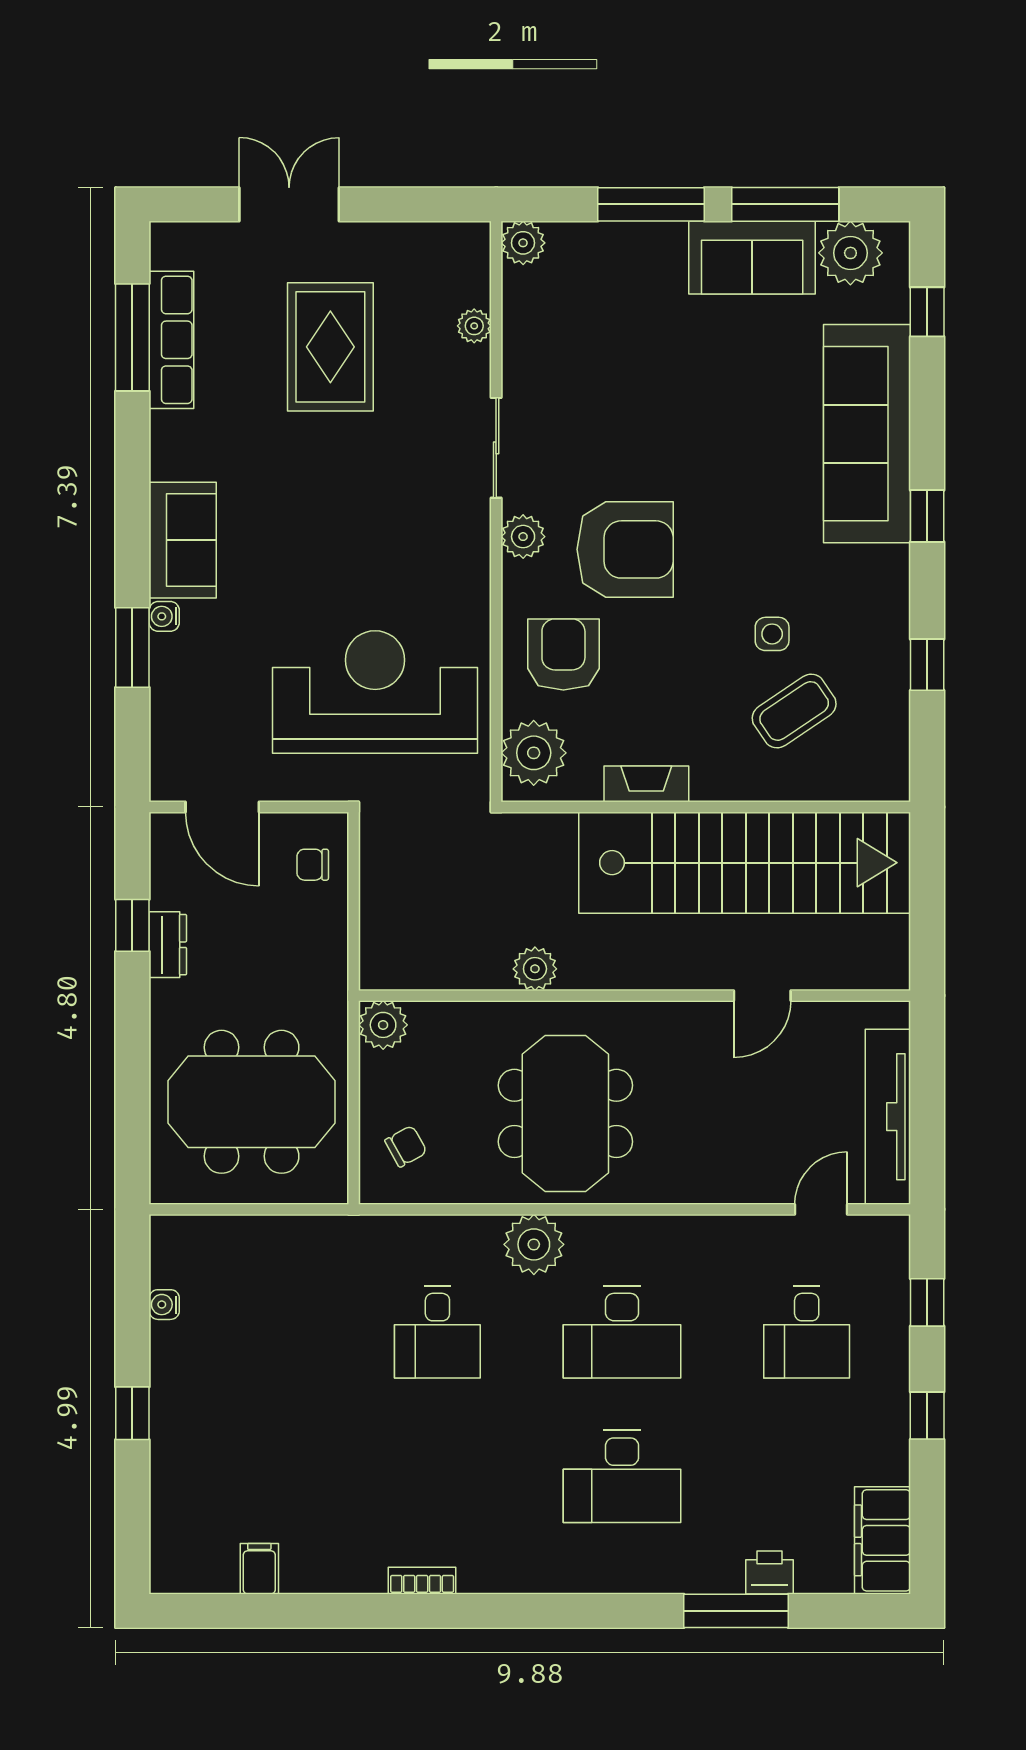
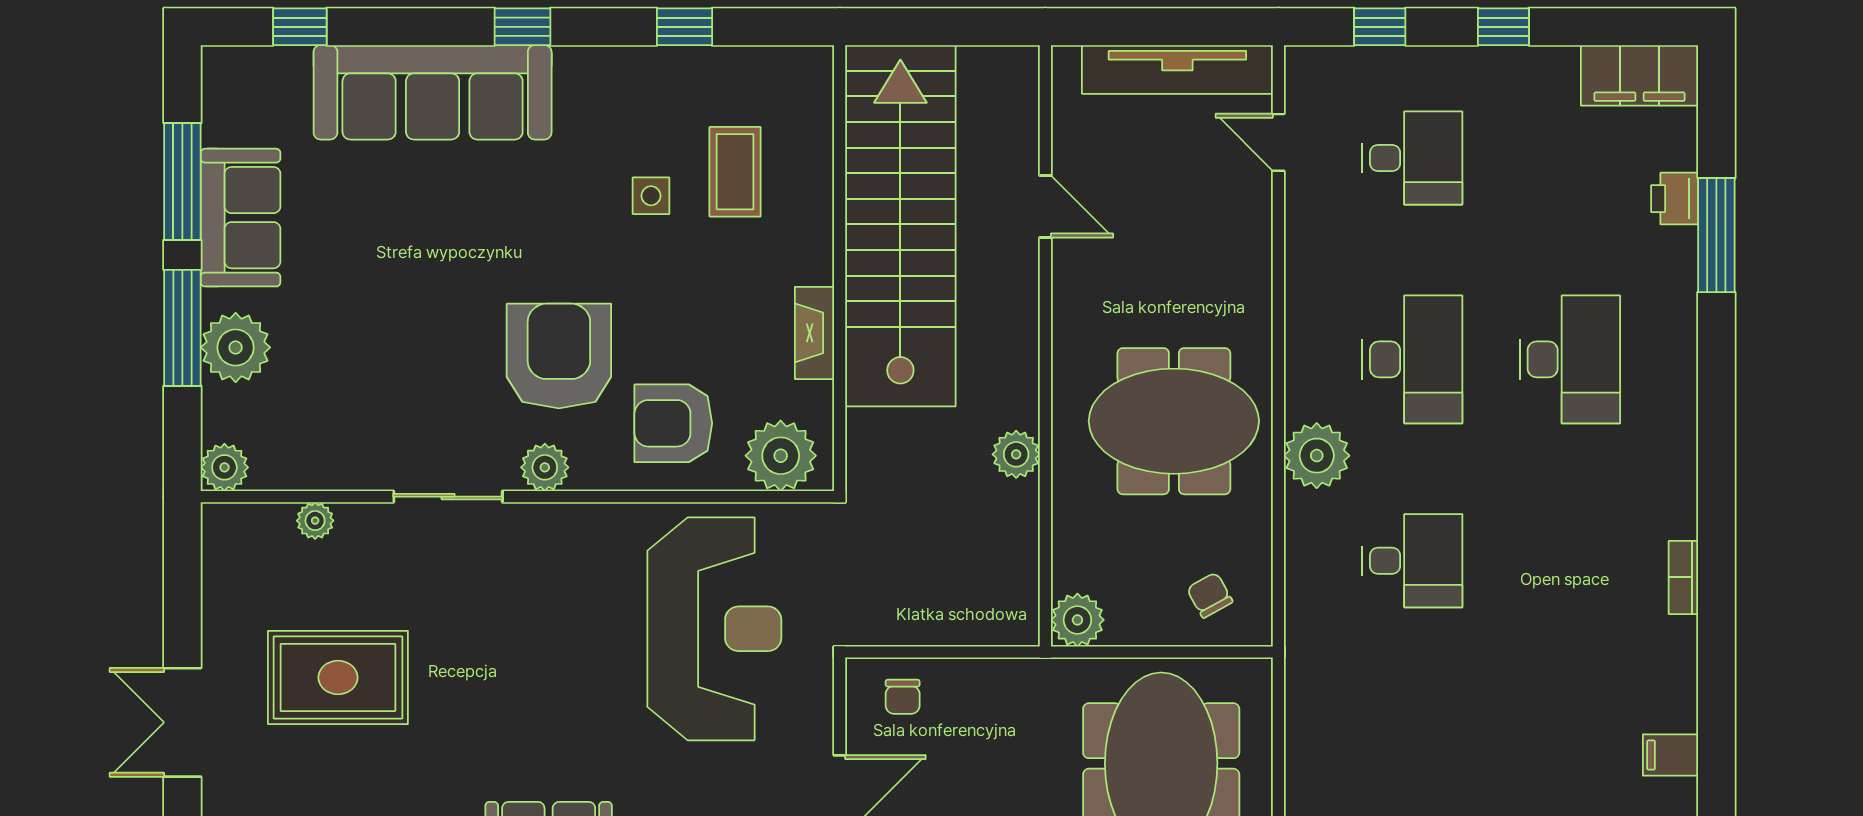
plant: (850, 253) -> (236, 347), moved
reception desk: (375, 692) -> (714, 629), turned 180
coffee table: (794, 711) -> (735, 172), turned 34

